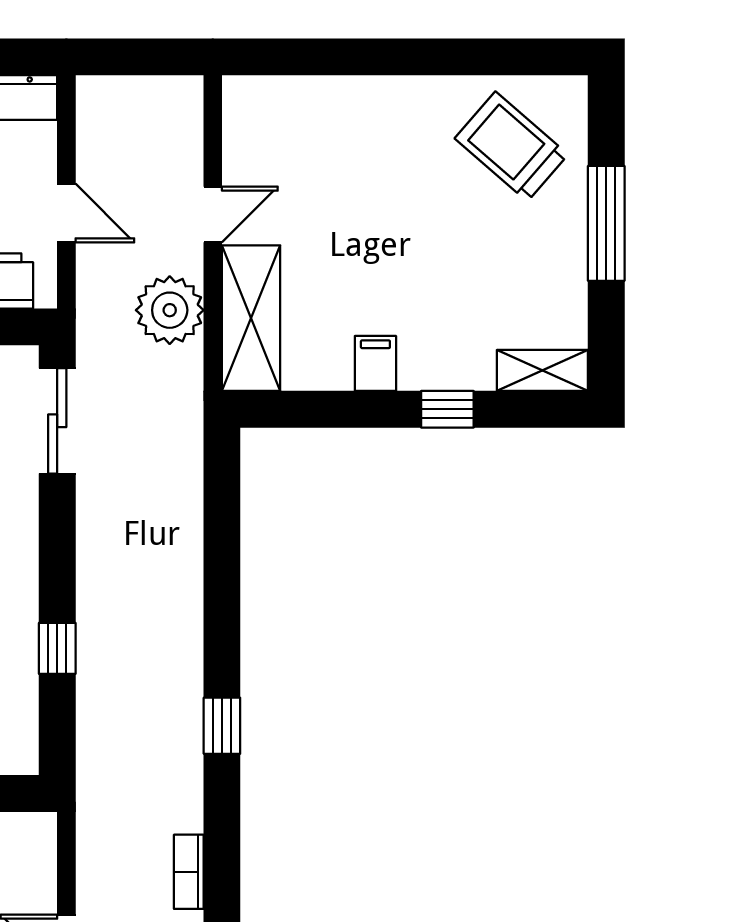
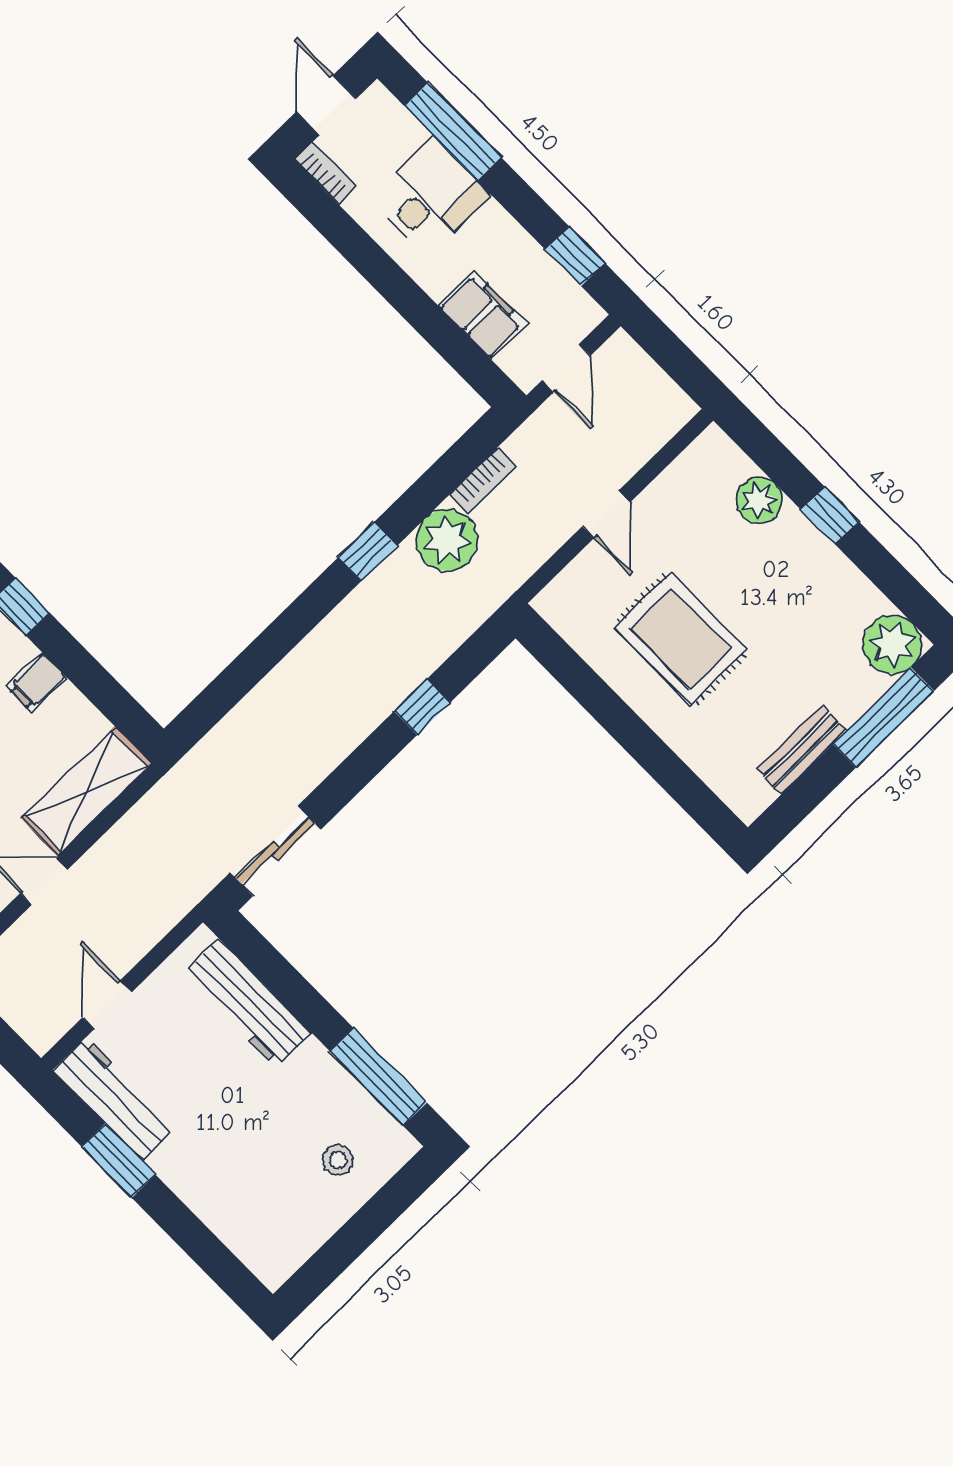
door: (66, 213) -> (107, 1005), moved
plant: (170, 310) -> (447, 540), moved

